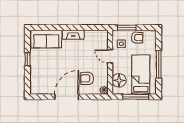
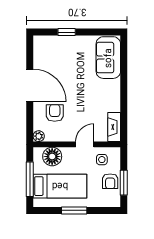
window: (127, 28) -> (124, 183), moved
fireplace: (73, 35) -> (114, 127), moved
window: (27, 59) -> (67, 32), moved
window: (159, 64) -> (74, 210), width x0.69

